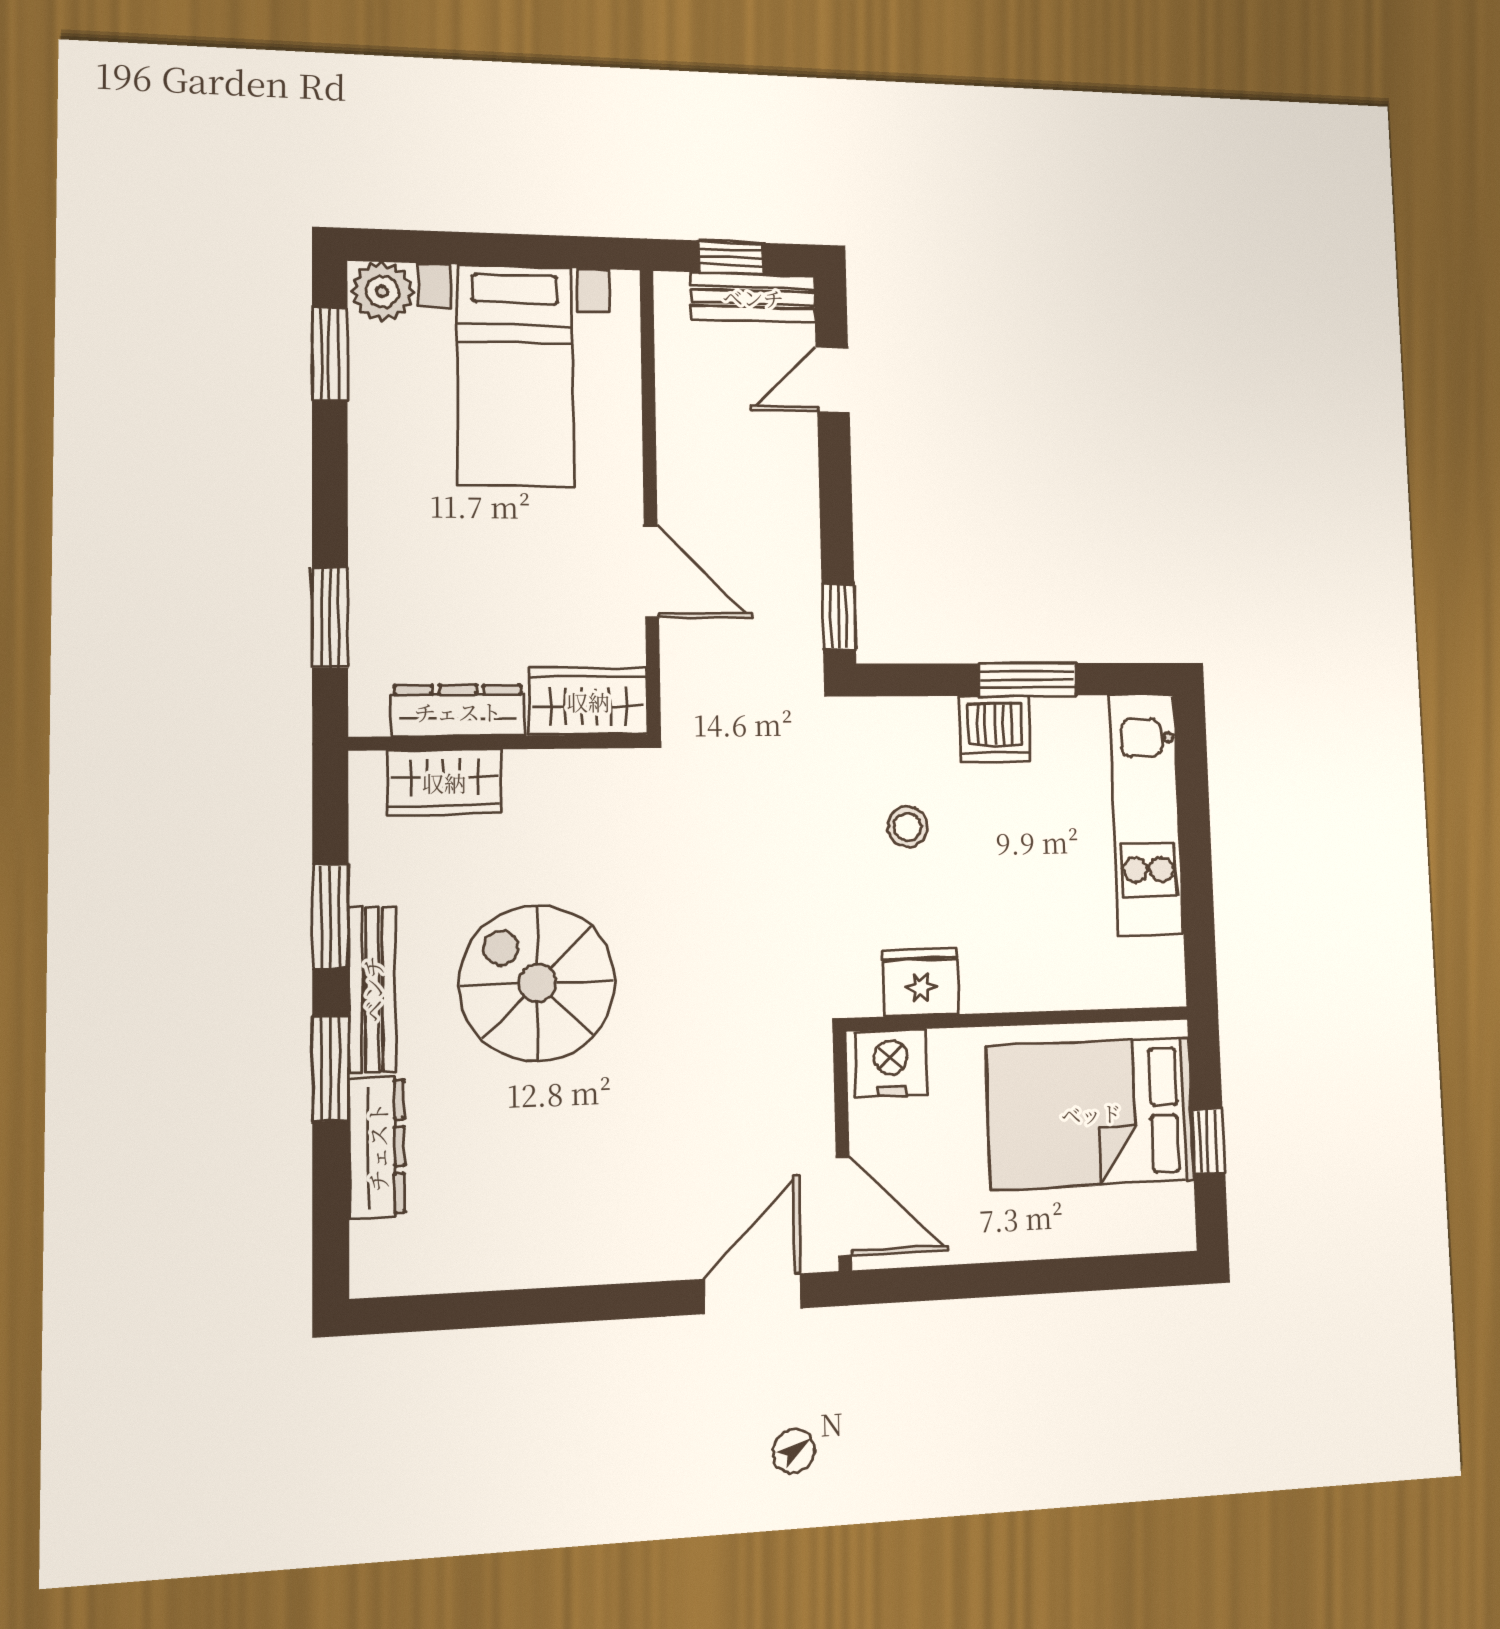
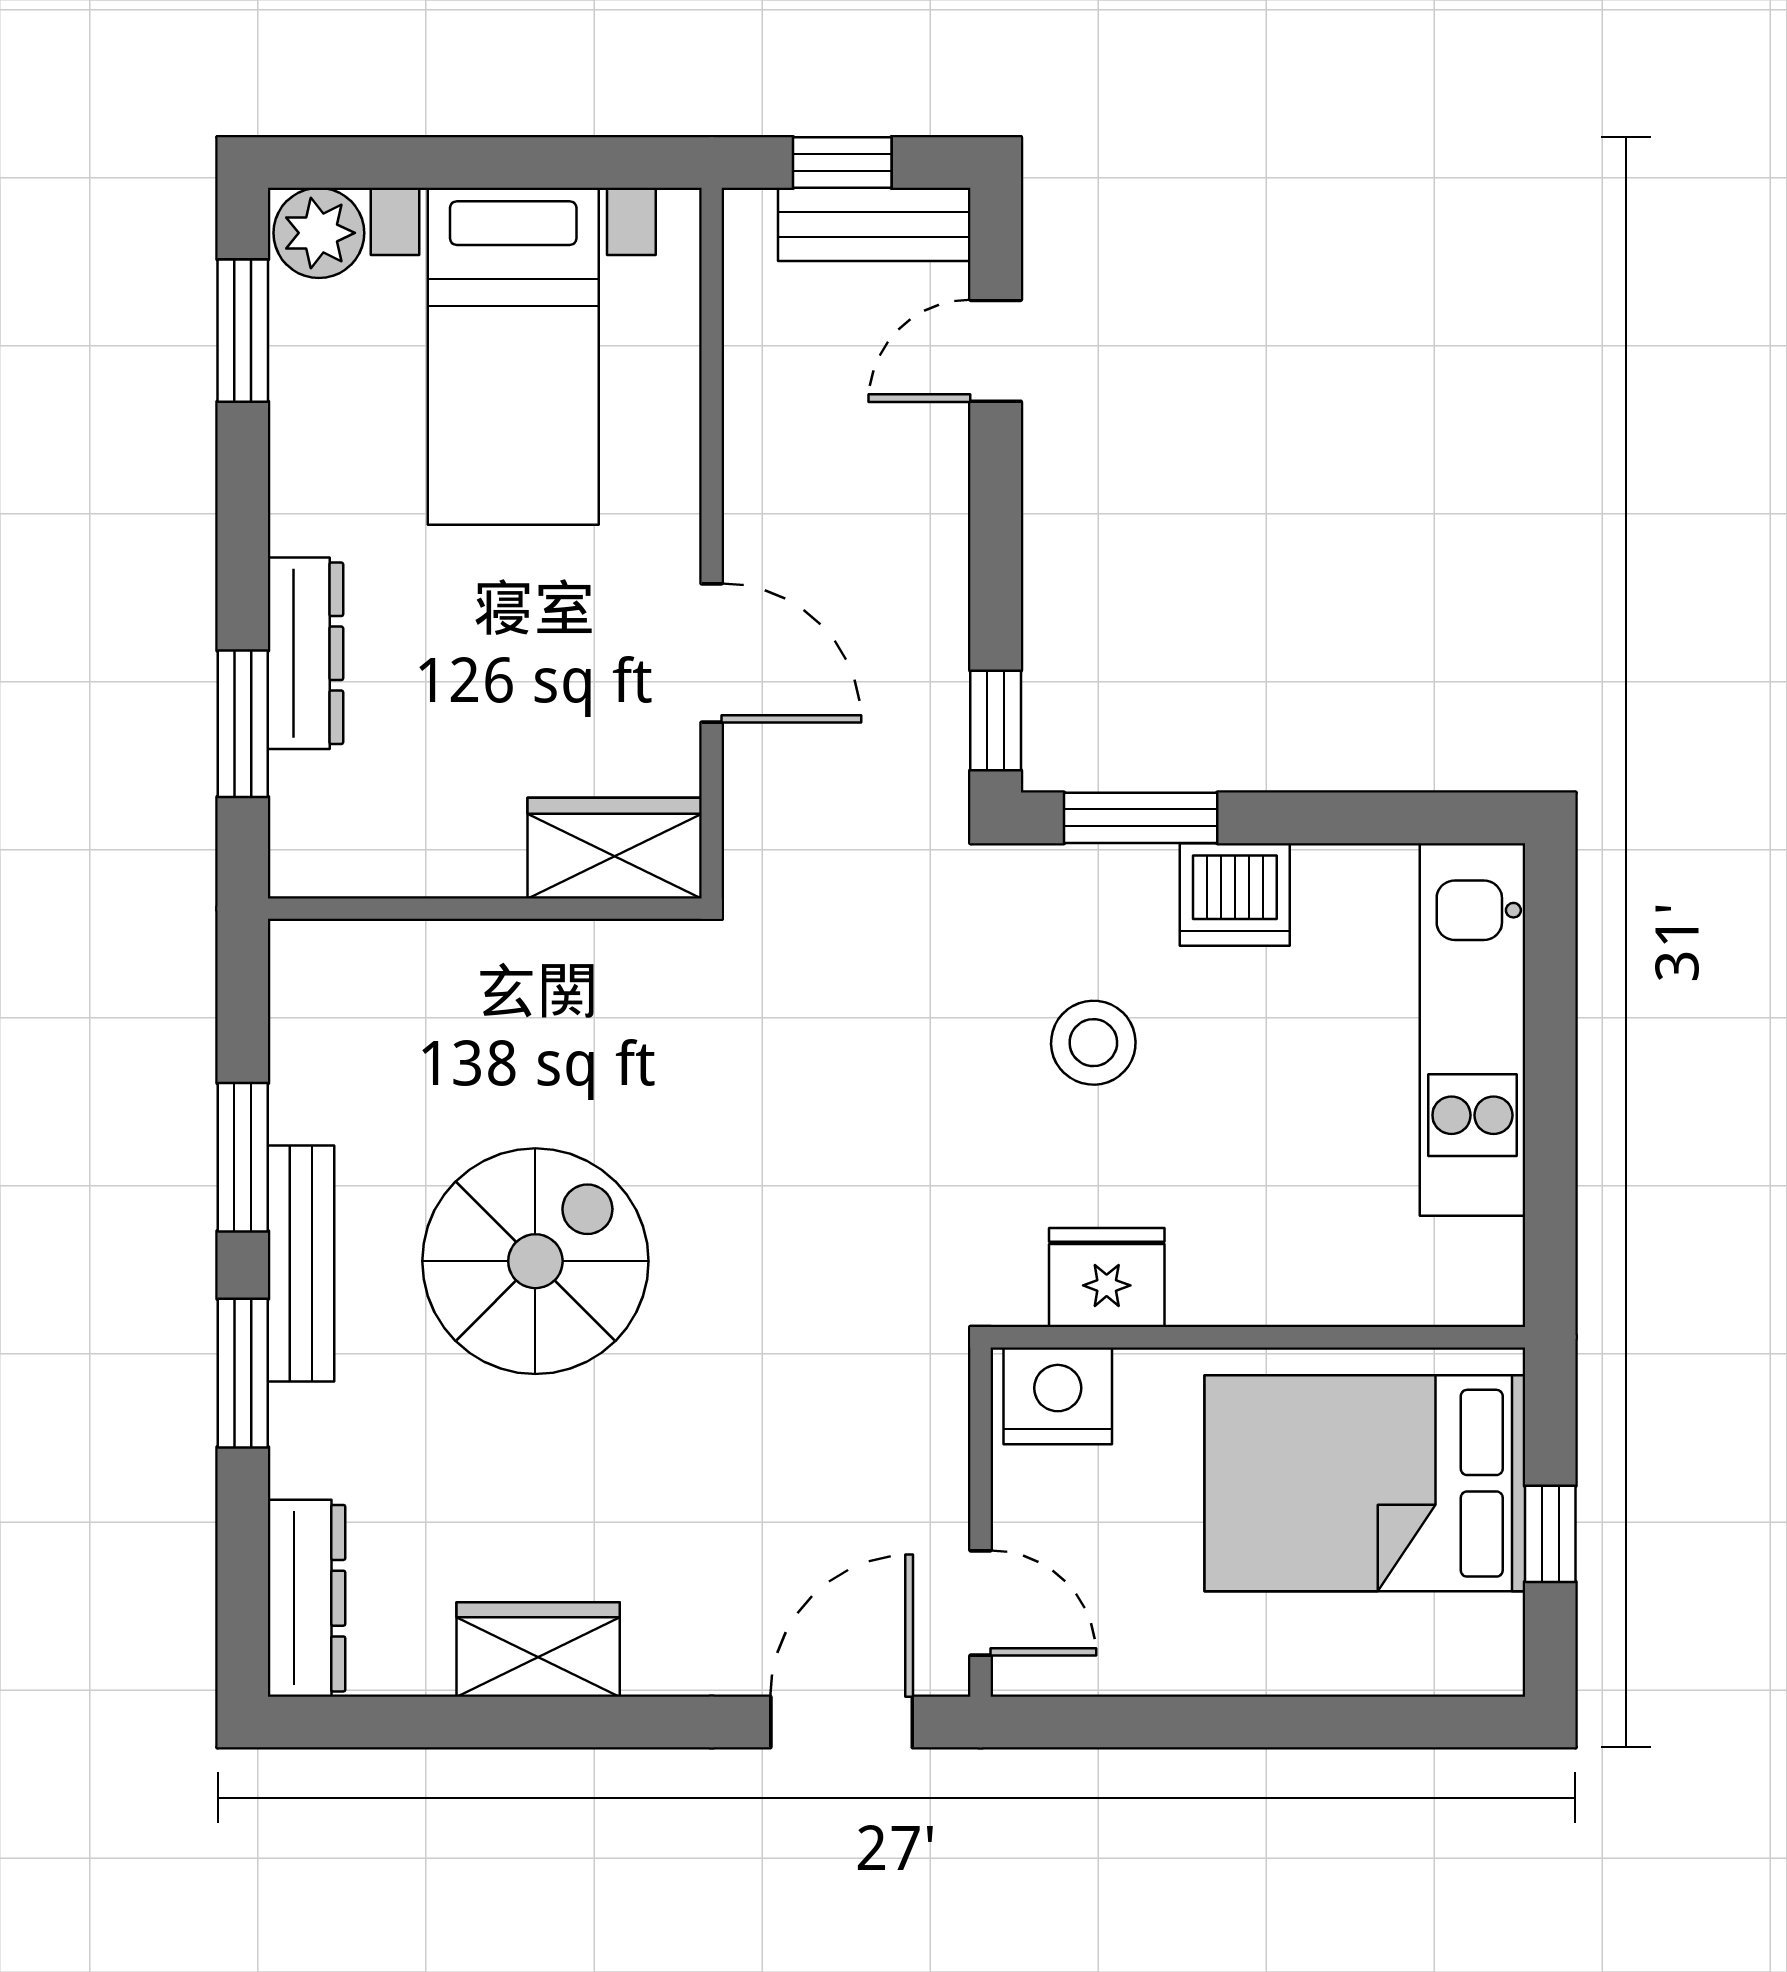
window: (1027, 679) -> (1141, 818), moved
dresser: (458, 711) -> (306, 653), moved, turned 90
wardrobe: (444, 782) -> (538, 1649), moved, turned 180
stool: (908, 827) -> (1093, 1043), width x1.37, depth x1.37
spiral stairs: (537, 983) -> (535, 1261), turned 90
dresser: (377, 1147) -> (307, 1598), moved
door: (844, 1206) -> (981, 1603), width x0.73

